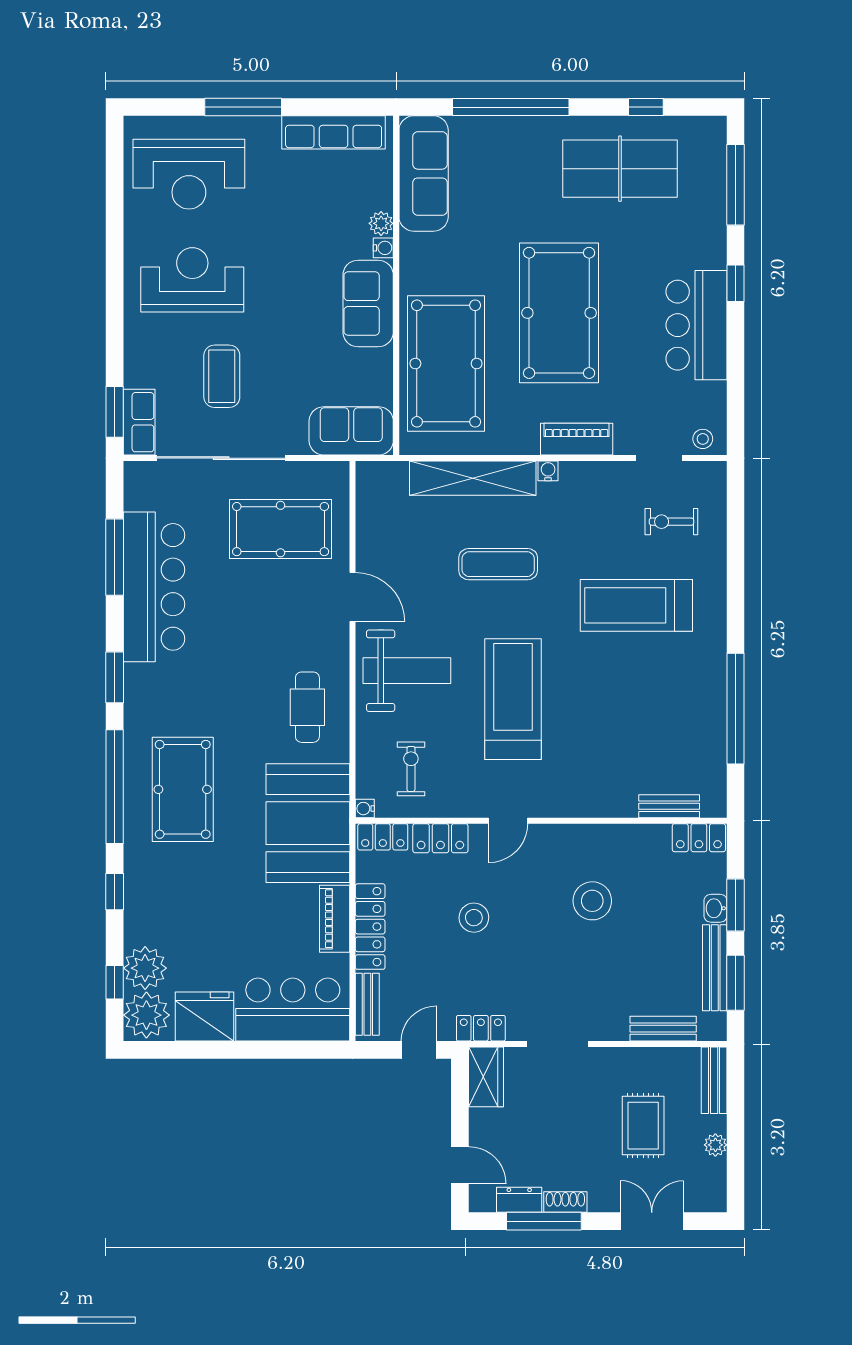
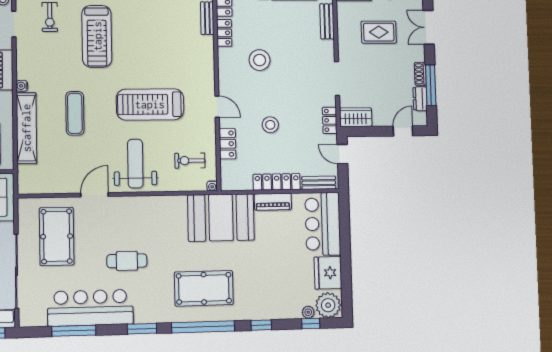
cafe table: (307, 707) -> (127, 261), moved
locker: (383, 837) -> (224, 33), moved
plant: (145, 968) -> (308, 312), width x0.53, depth x0.53

